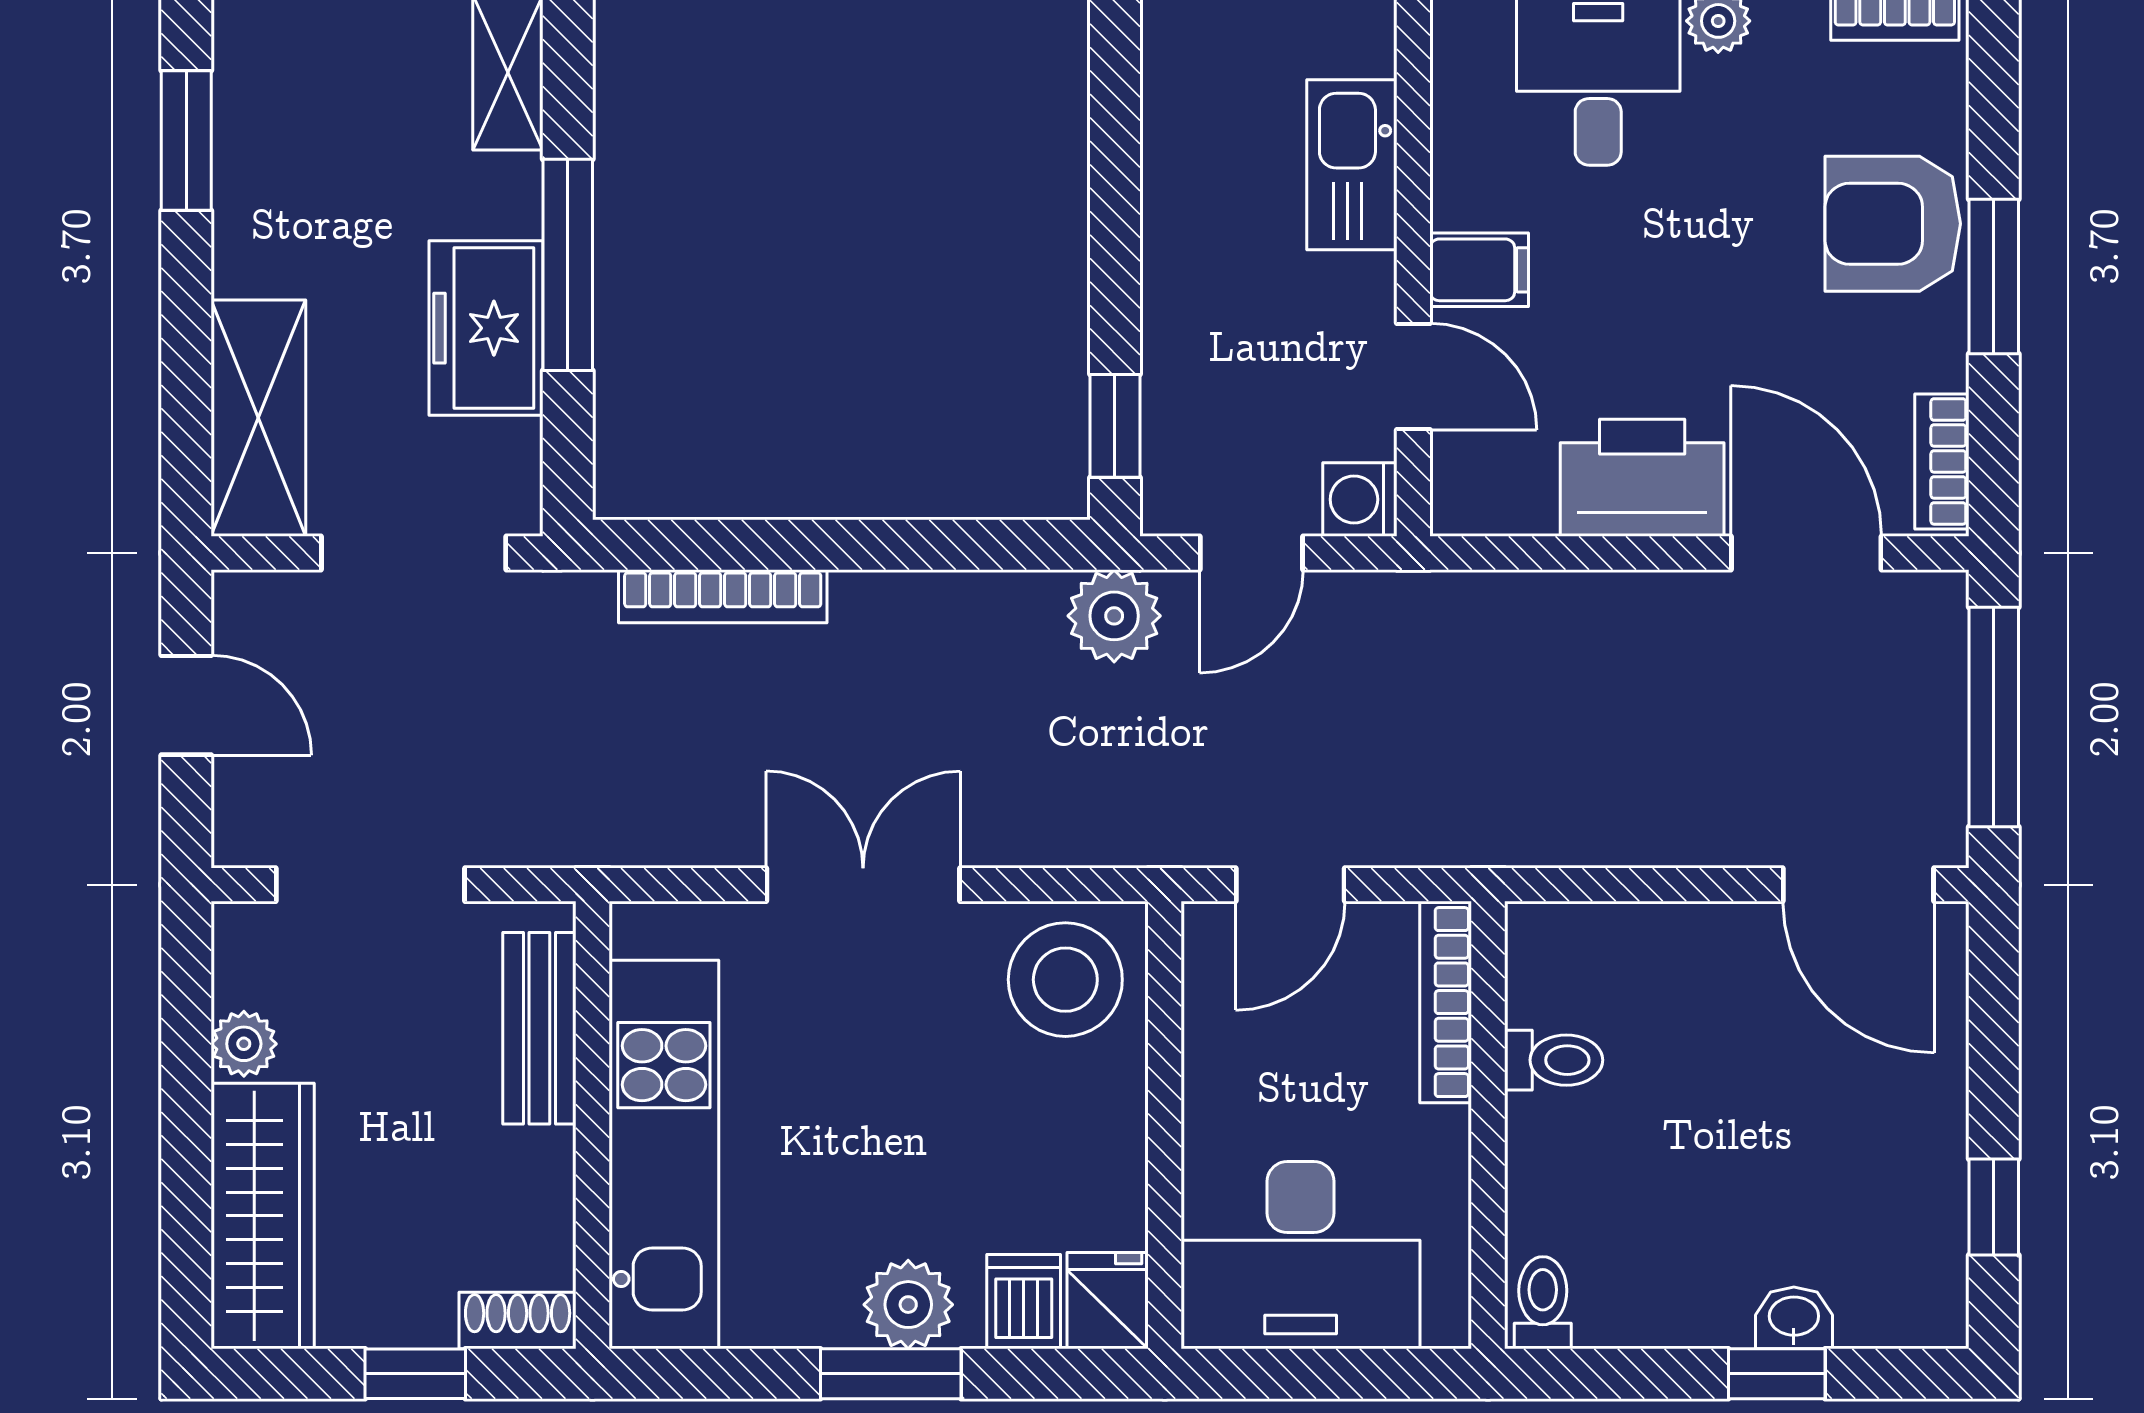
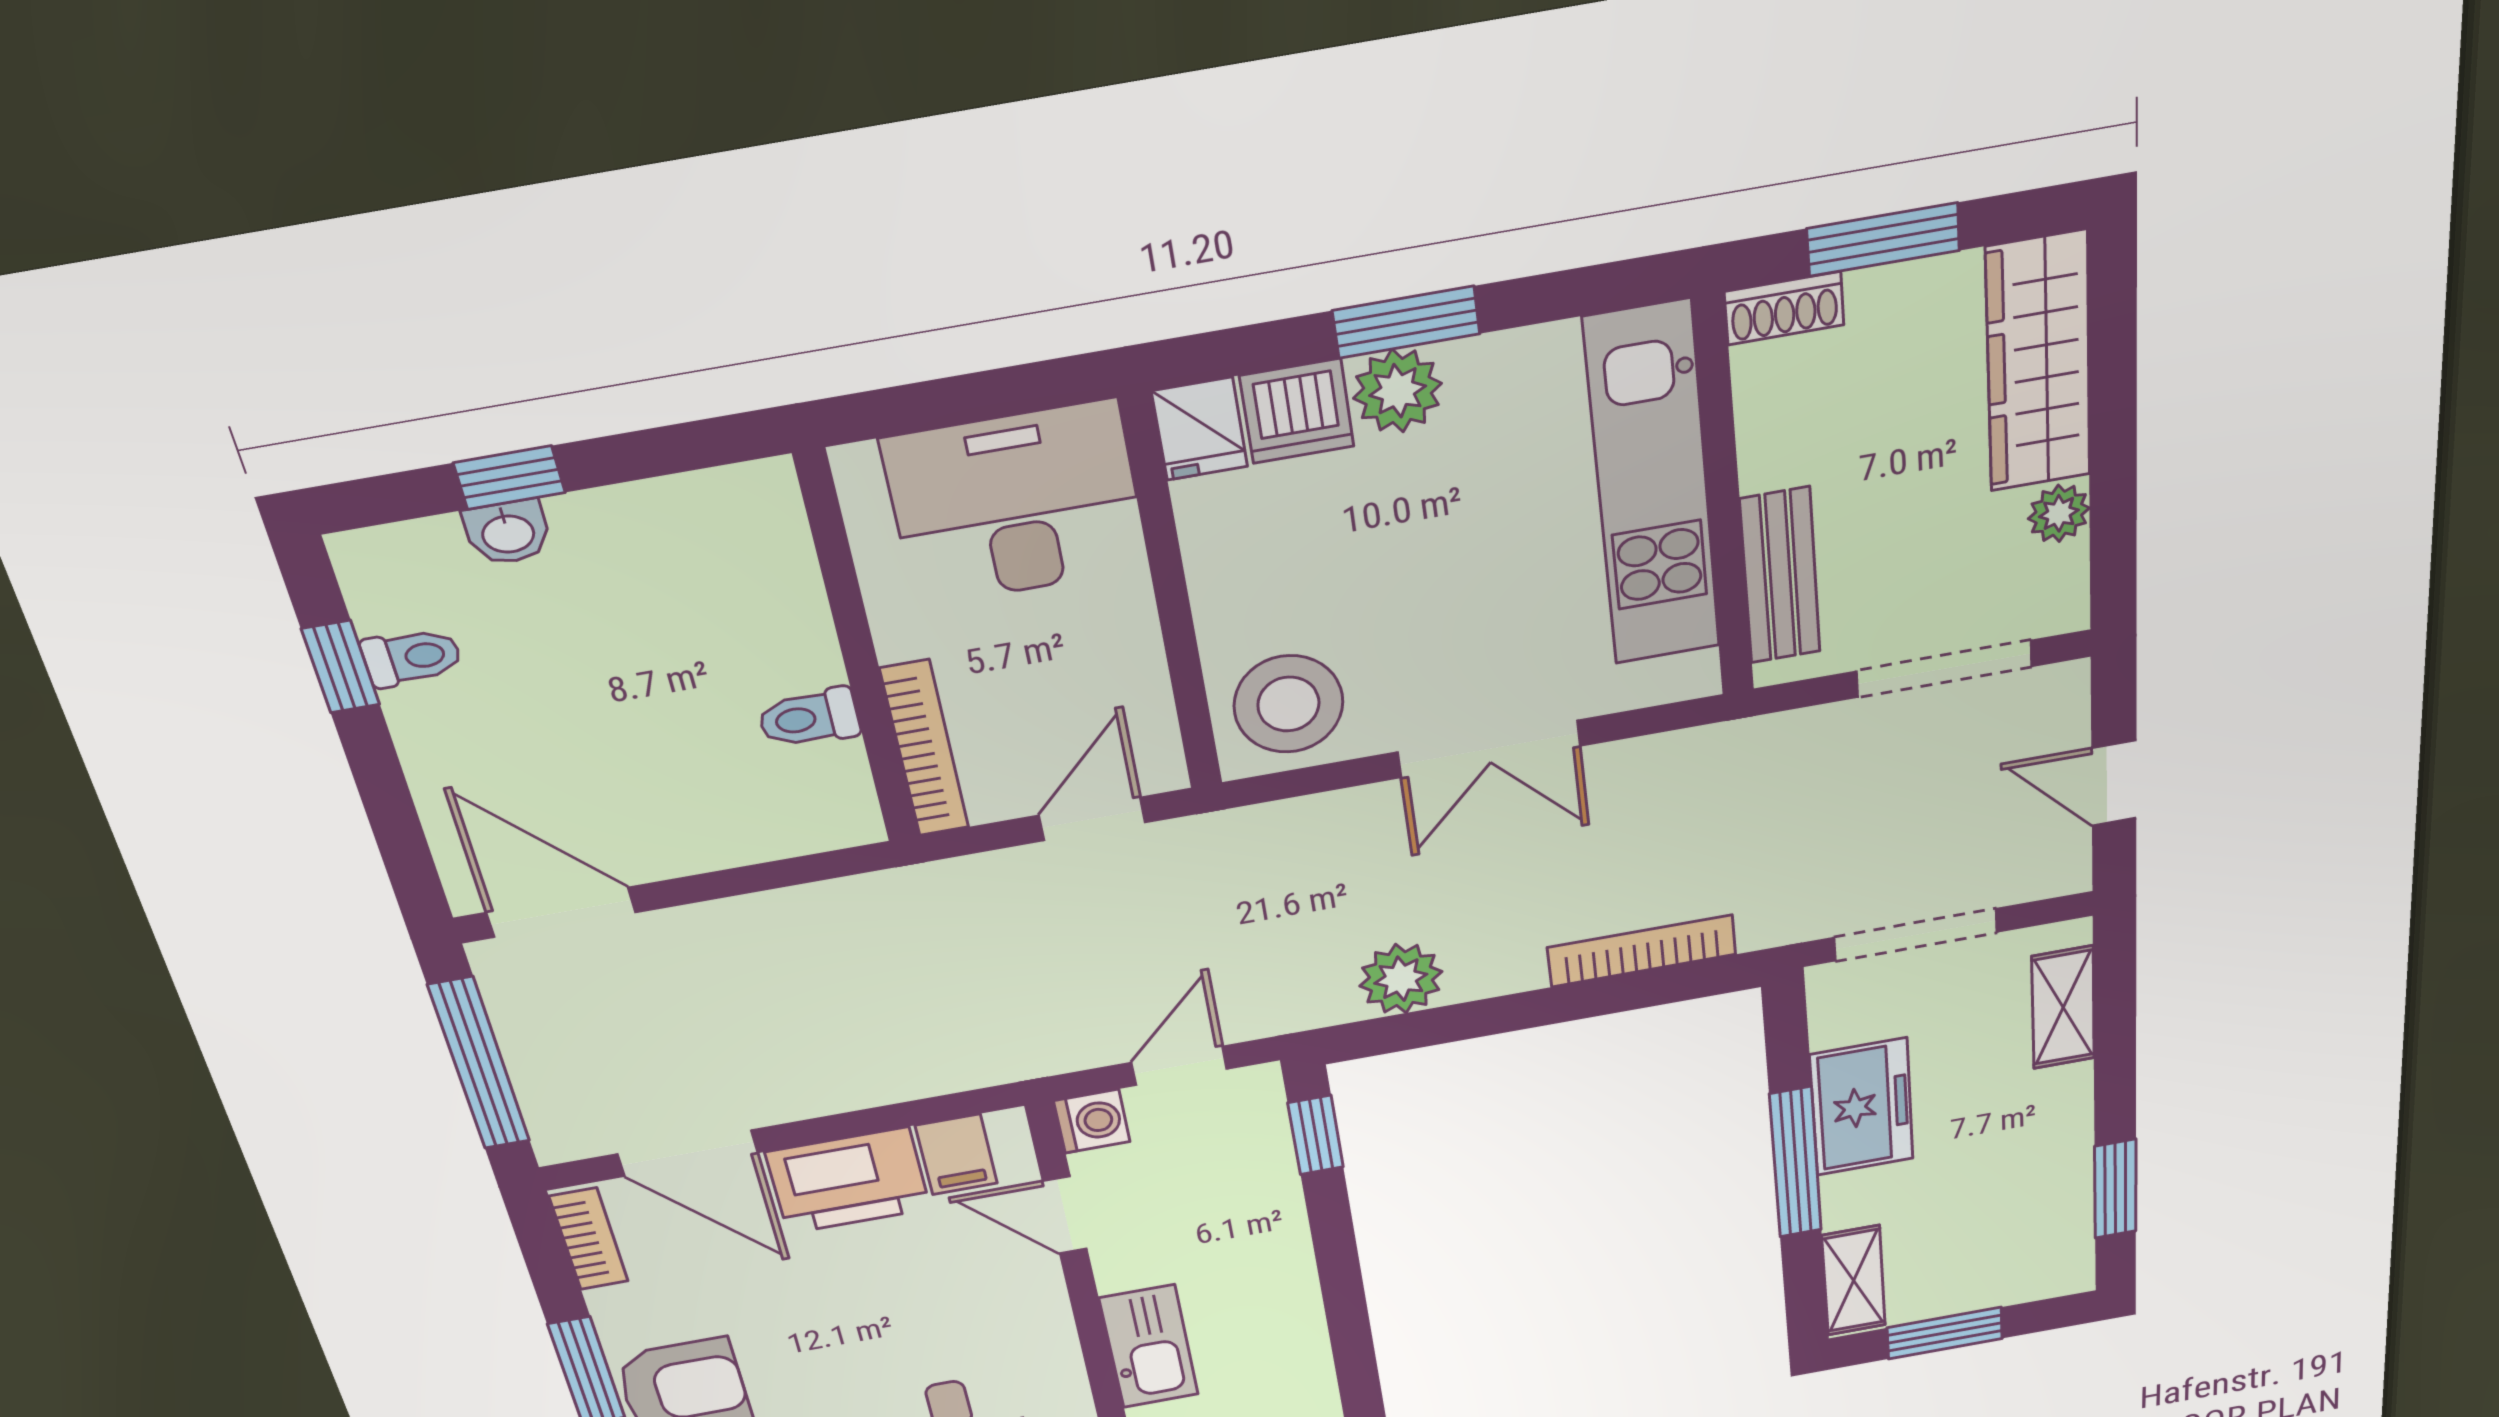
filing cabinet: (1479, 270) -> (956, 1154), moved, turned -90
shelving: (258, 418) -> (2063, 1007), width x0.67, depth x0.75
plant: (1114, 616) -> (1401, 979), moved
dishwasher: (1024, 1302) -> (1297, 411), width x1.38
toilet: (1543, 1303) -> (412, 657), moved, turned -90
window: (415, 1374) -> (1883, 240), width x1.50

